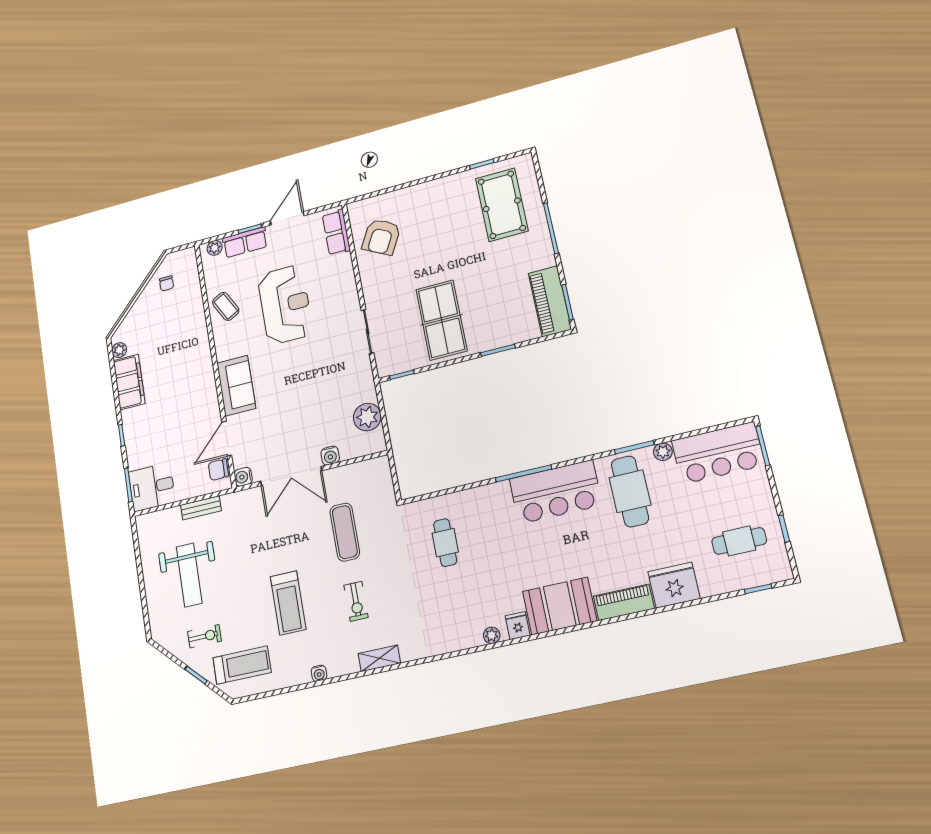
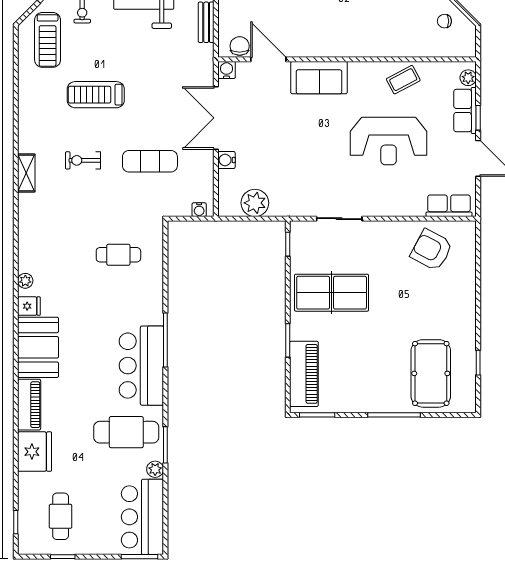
pool table: (502, 205) -> (431, 373), turned 90
piano: (550, 301) -> (304, 374), moved, turned 90
water cooler: (319, 673) -> (199, 210), moved, turned -90

